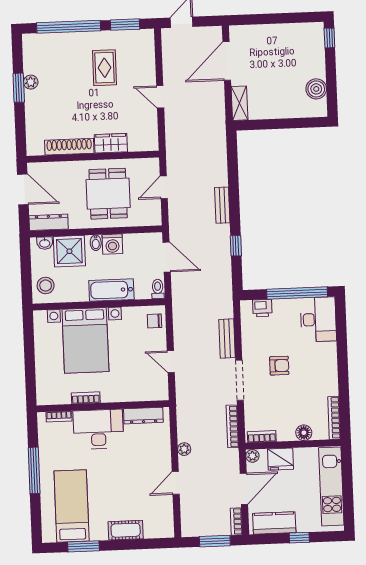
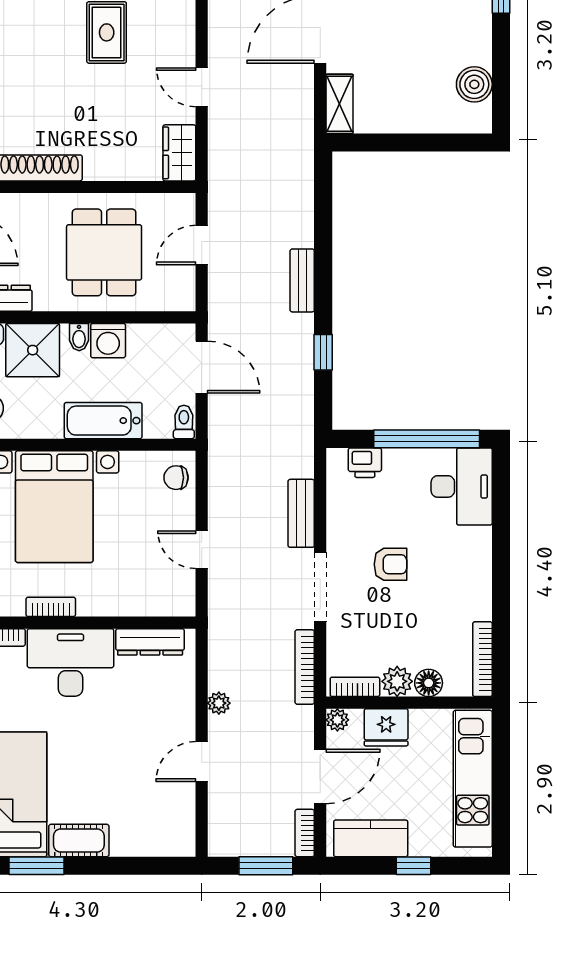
wardrobe: (111, 143) -> (179, 153), moved, turned -90
plant: (286, 433) -> (397, 681), added
cot: (126, 530) -> (79, 840), moved

